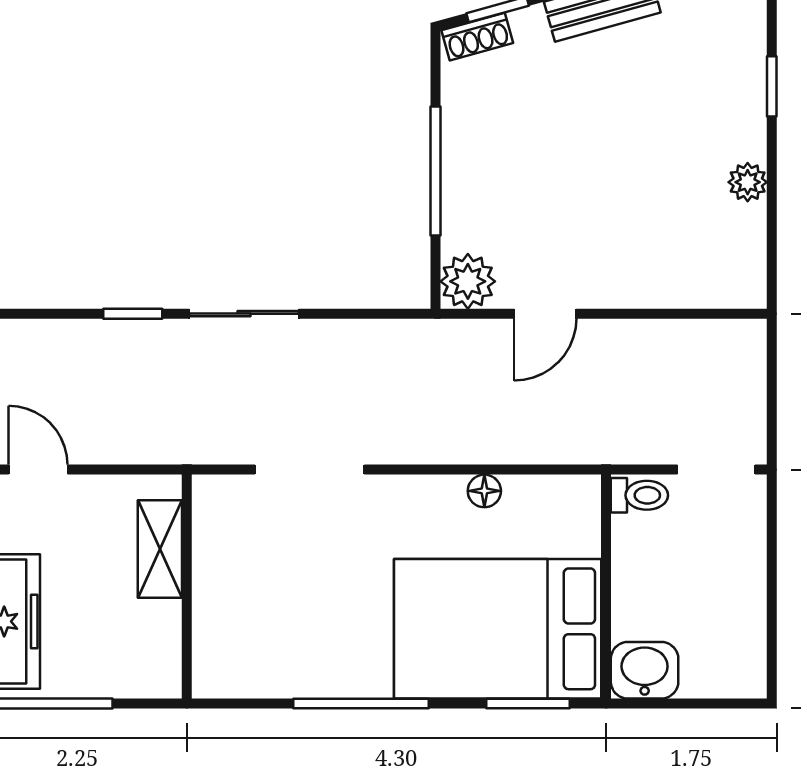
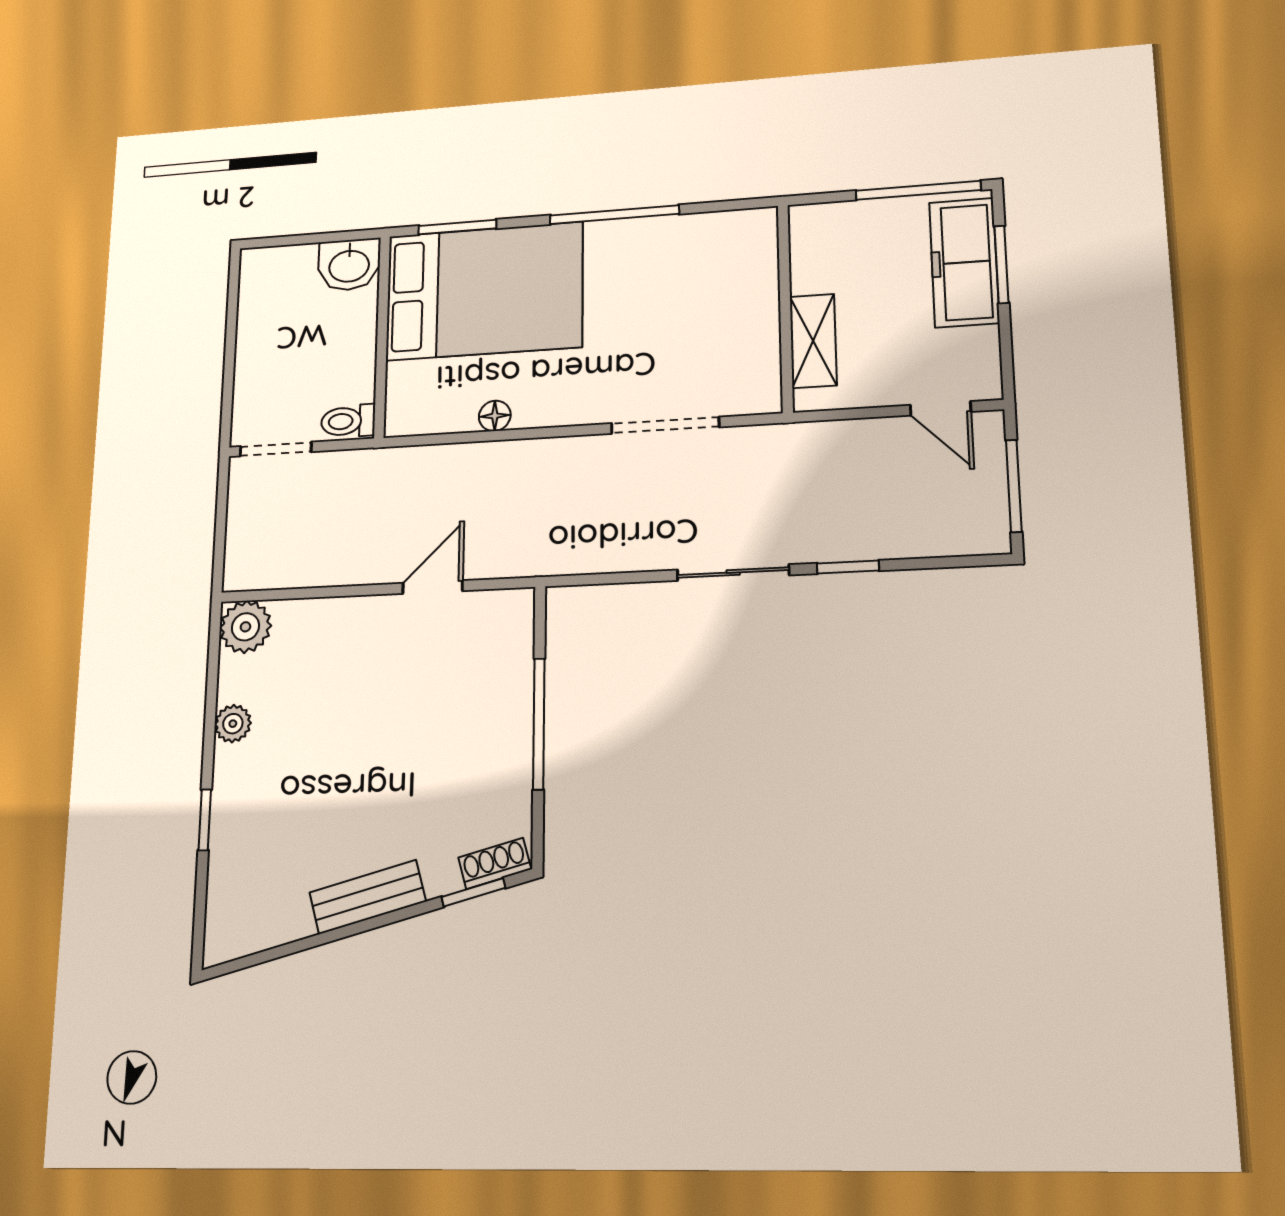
plant: (468, 281) -> (245, 627), moved

